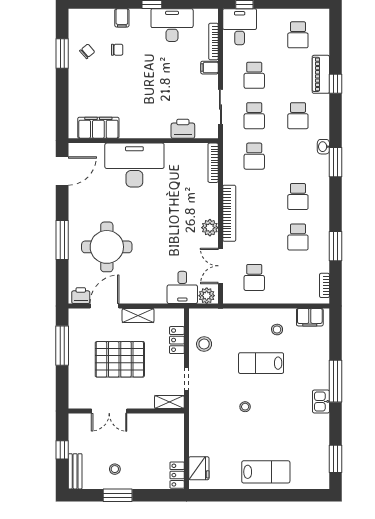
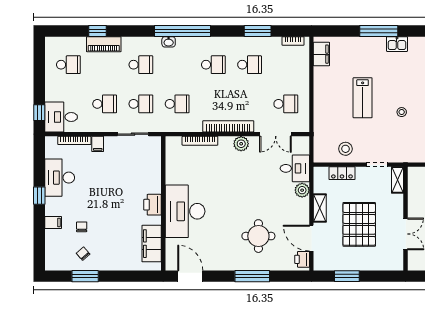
window: (336, 84) -> (97, 31), moved
printer: (183, 129) -> (153, 205), moved
window: (336, 162) -> (182, 31), width x2.11
bookcase: (213, 163) -> (200, 141), moved
round table: (107, 247) -> (258, 236), width x0.73, depth x0.73
plant: (207, 296) -> (302, 190), moved
stool: (277, 330) -> (332, 83), removed
window: (62, 346) -> (347, 276), width x0.69

